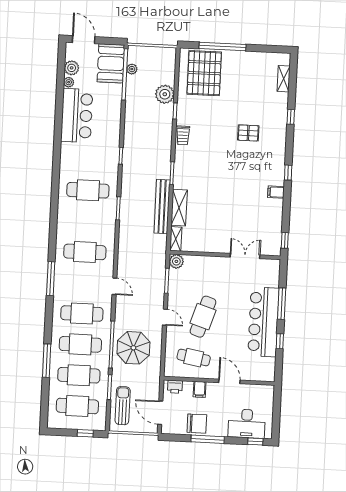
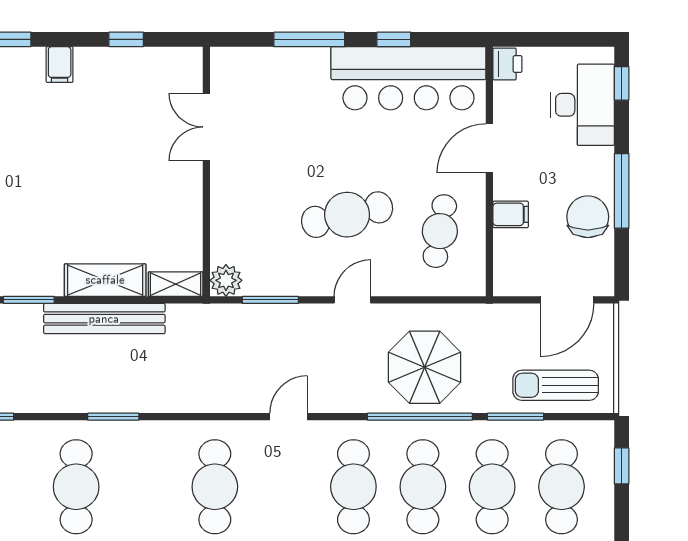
window: (285, 240) -> (126, 39), moved
cafe table: (203, 317) -> (347, 215), turned -31
bar counter: (263, 322) -> (408, 78), moved
printer: (175, 387) -> (507, 64), moved

